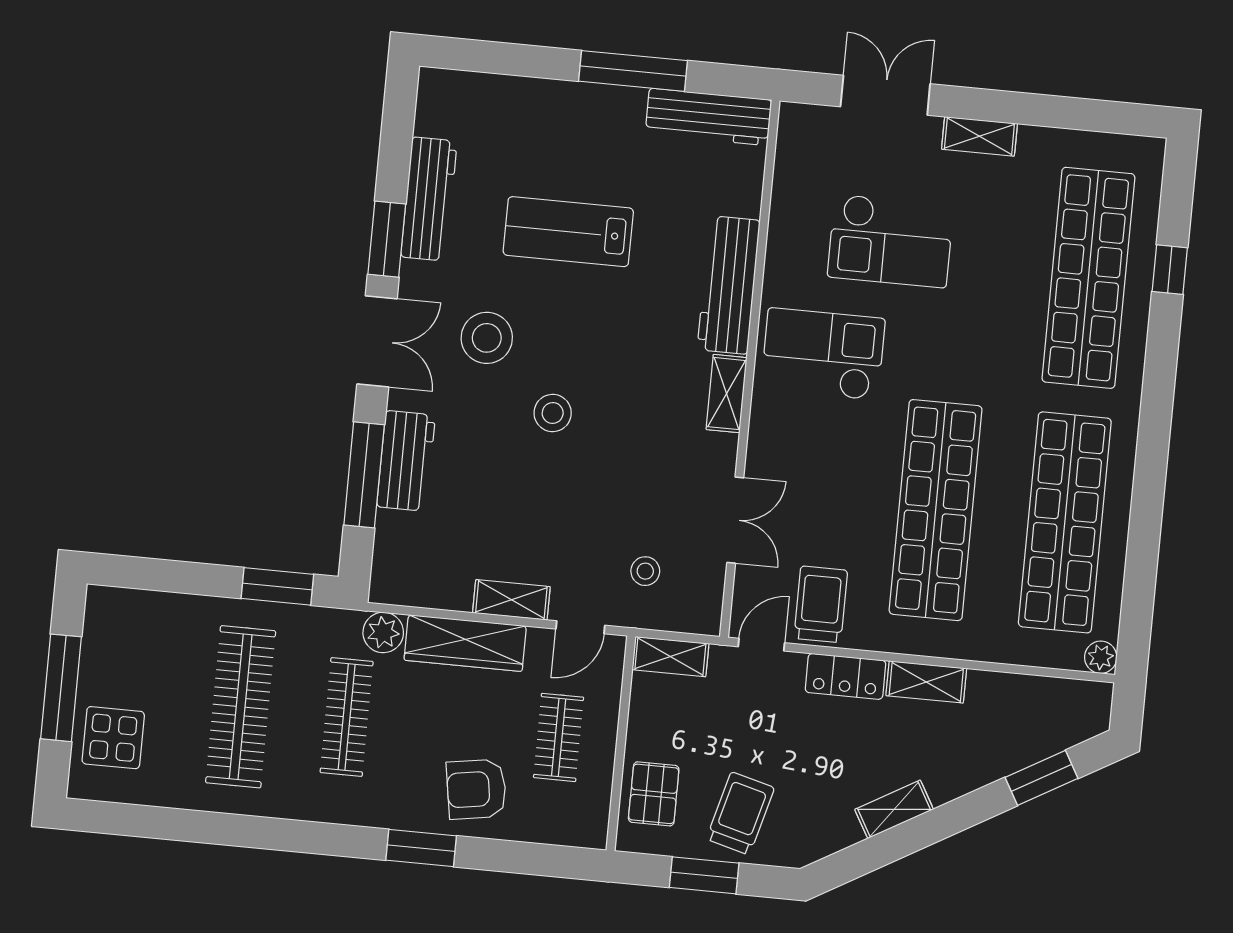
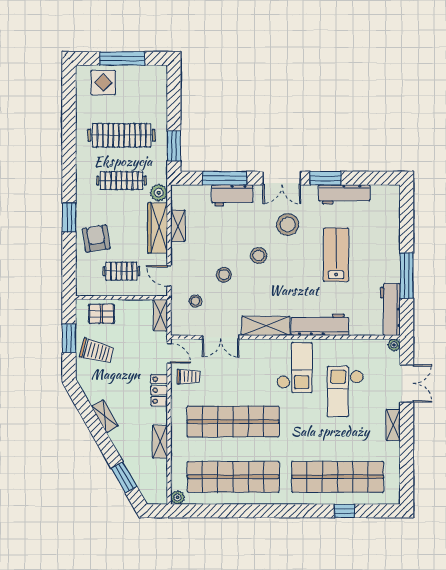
plant: (792, 116) -> (394, 345), added
shelving: (727, 394) -> (266, 326), width x1.50, depth x1.33
stool: (590, 498) -> (224, 275), added
shelving: (511, 600) -> (178, 226), moved
trolley: (821, 604) -> (189, 377), width x0.73, depth x0.72
shelving: (926, 682) -> (160, 442), moved

